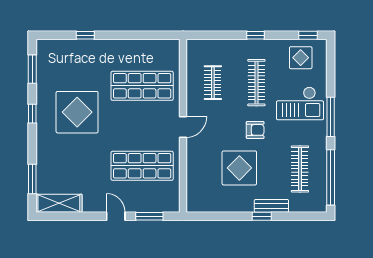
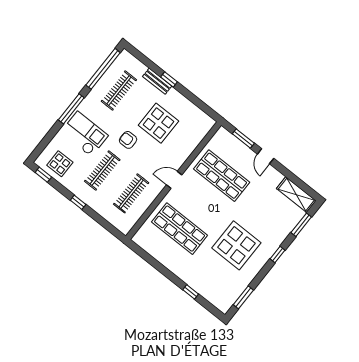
clothes rail: (213, 83) -> (131, 193), width x1.36
window: (32, 114) -> (277, 255), moved

